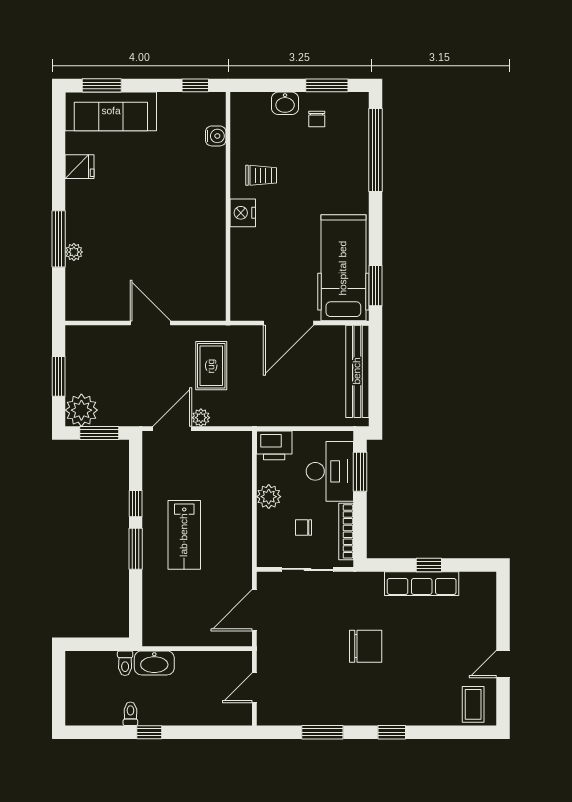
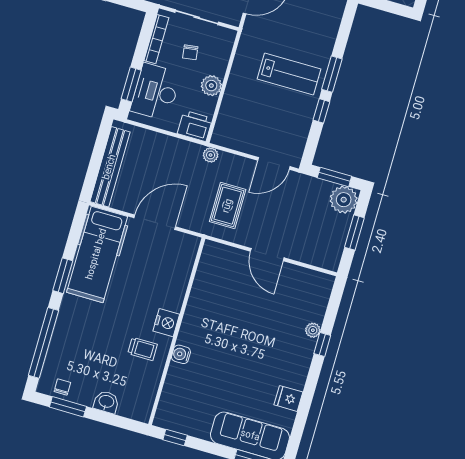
chair: (317, 119) -> (62, 387), moved
water cooler: (216, 136) -> (181, 354), moved
trolley: (261, 175) -> (143, 349), turned 180
window: (59, 239) -> (322, 344), width x0.46
window: (375, 286) -> (63, 276), moved
plant: (201, 418) -> (211, 155), moved
chair: (303, 527) -> (190, 52), turned 82
lab bench: (184, 535) -> (289, 74), turned 90

